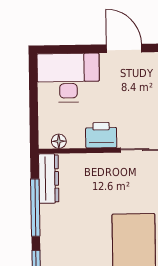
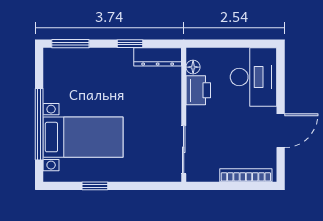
printer: (101, 135) -> (198, 90), moved
window: (35, 208) -> (130, 44), width x0.46

